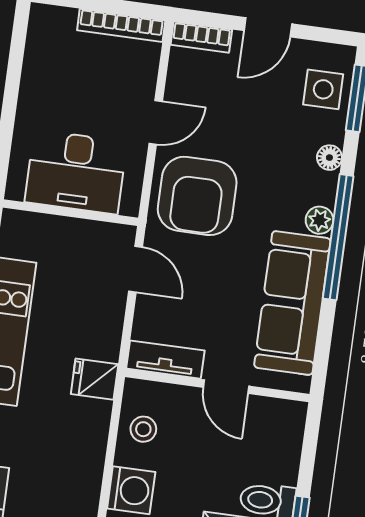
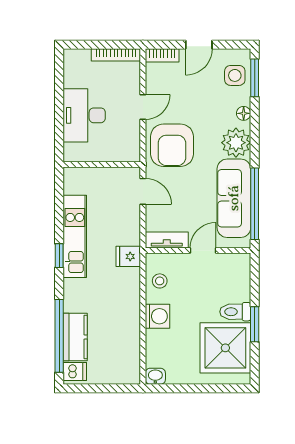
desk: (76, 172) -> (84, 115), moved, turned 90
plant: (320, 220) -> (236, 143), width x1.88, depth x1.88
window: (338, 237) -> (255, 204), moved
door: (226, 387) -> (203, 251), swing flipped

